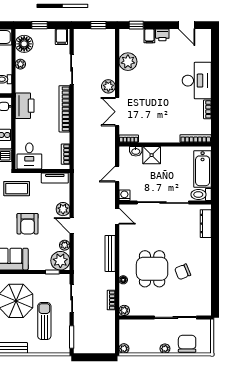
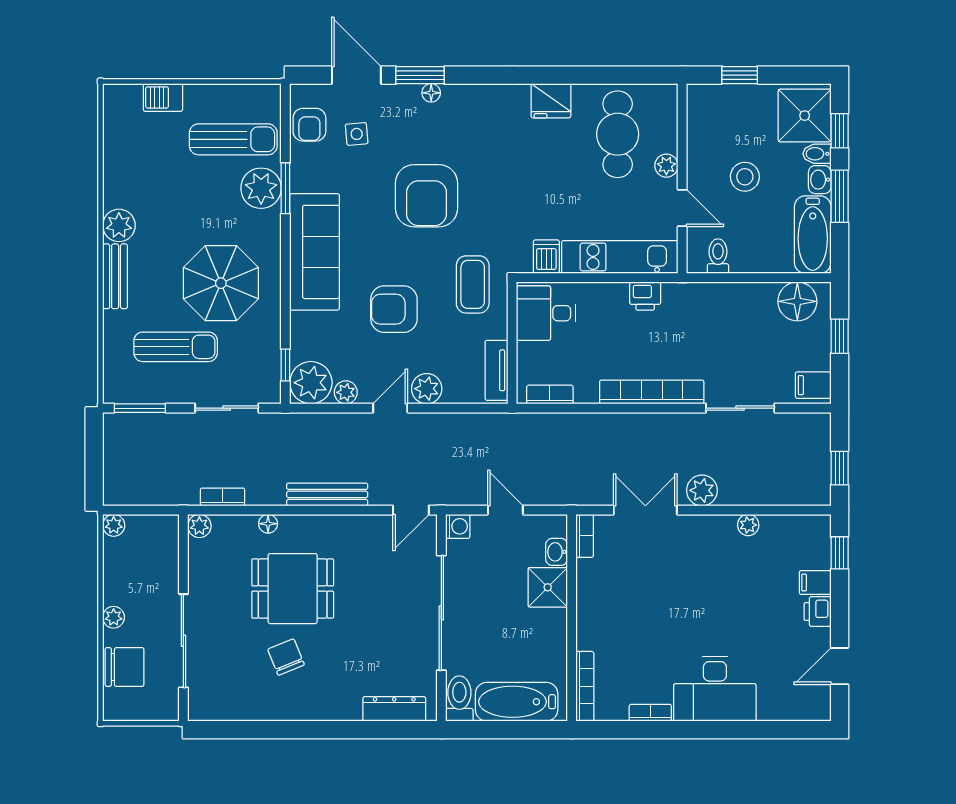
plant: (128, 62) -> (748, 525), width x0.53, depth x0.53
plant: (20, 64) -> (752, 293), removed
printer: (25, 106) -> (645, 296), width x0.53, depth x0.68

